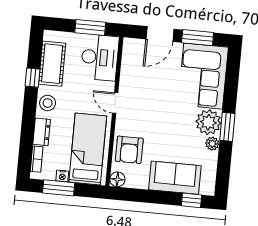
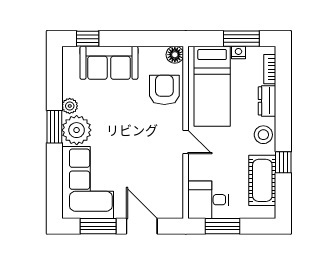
door: (160, 34) -> (142, 226), hinge flipped
desk: (100, 57) -> (208, 200), width x0.73

